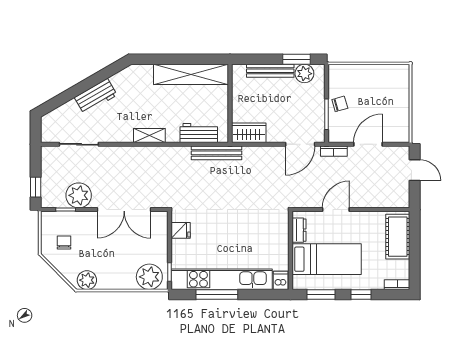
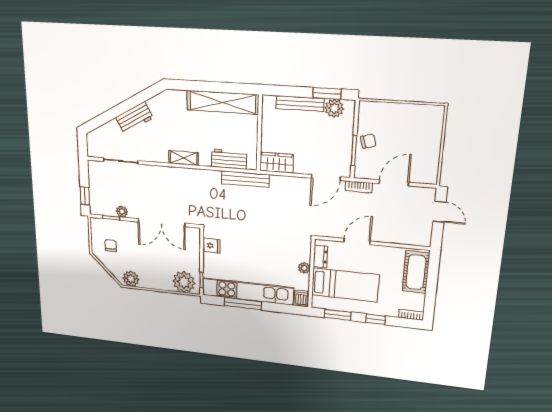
plant: (79, 195) -> (122, 212), width x0.53, depth x0.53
plant: (282, 245) -> (304, 268), added

